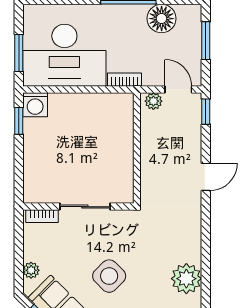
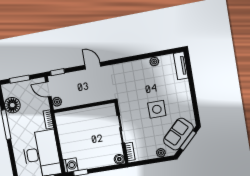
door: (178, 89) -> (48, 89), hinge flipped
boiler: (32, 195) -> (119, 159), added
side table: (109, 276) -> (157, 109), turned 45
plant: (186, 279) -> (154, 62), width x0.53, depth x0.53

